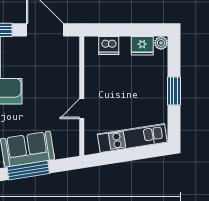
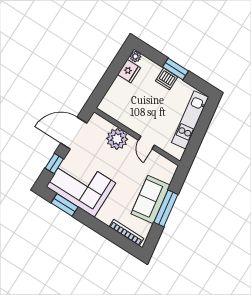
dishwasher: (109, 46) -> (167, 79), moved, turned 90
plant: (67, 77) -> (117, 139), added

